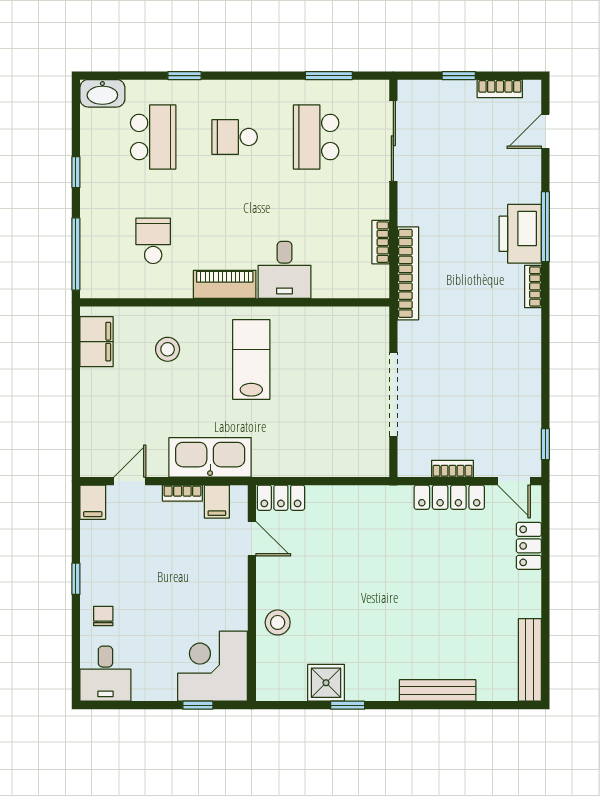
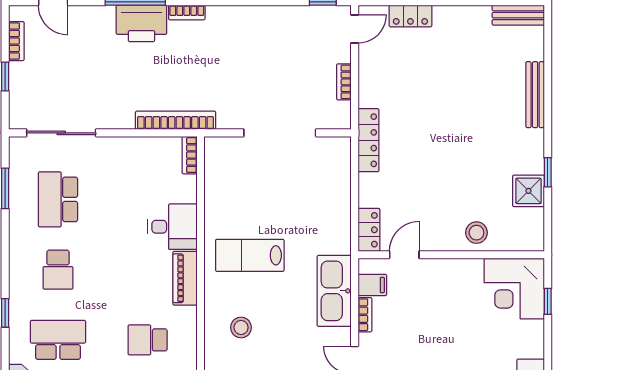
school desk: (316, 137) -> (58, 199), turned 90
bookcase: (381, 242) -> (190, 155), moved, turned 90
locker: (449, 497) -> (368, 140), moved
bench: (530, 660) -> (518, 15), width x0.73

